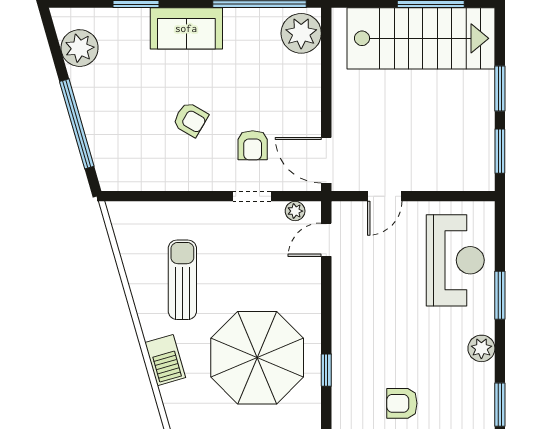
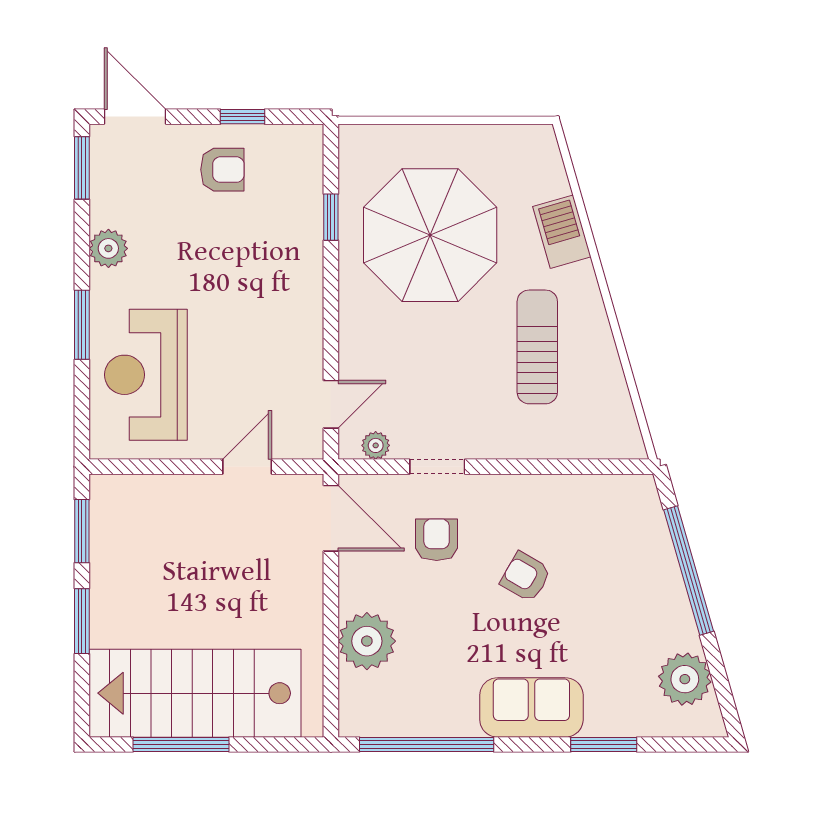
plant: (301, 33) -> (367, 641), moved
sun lounger: (182, 280) -> (537, 347), turned 180

